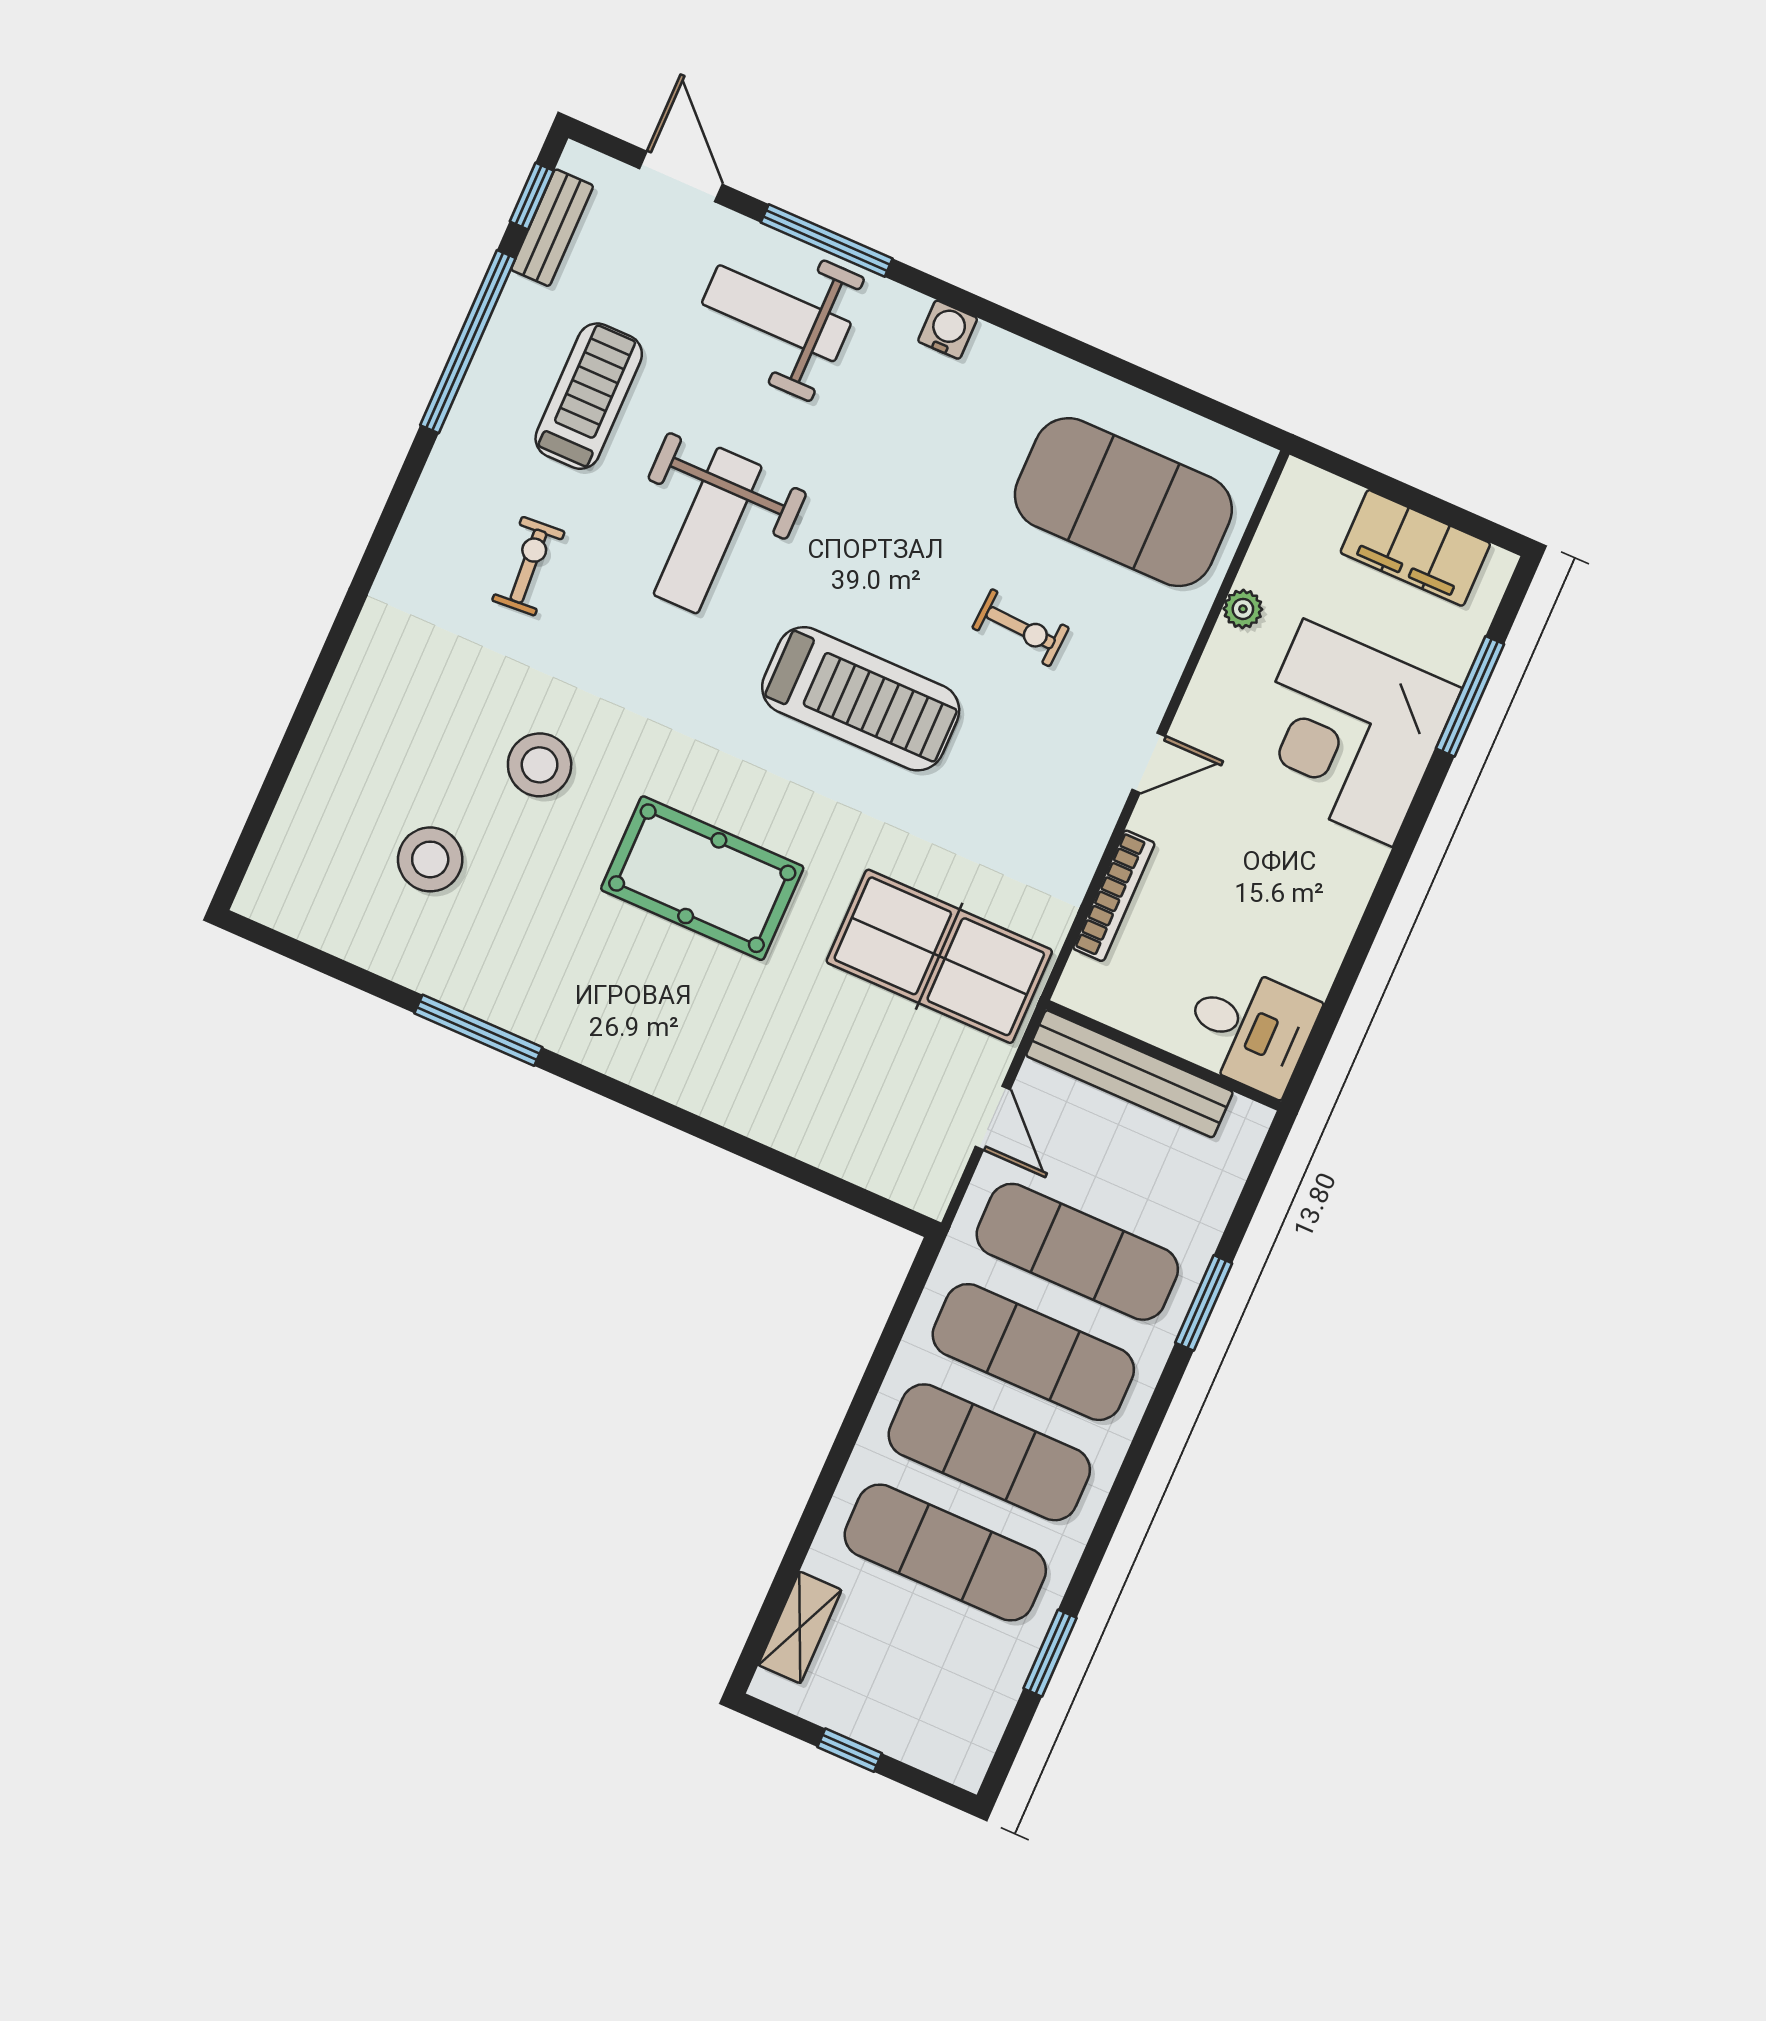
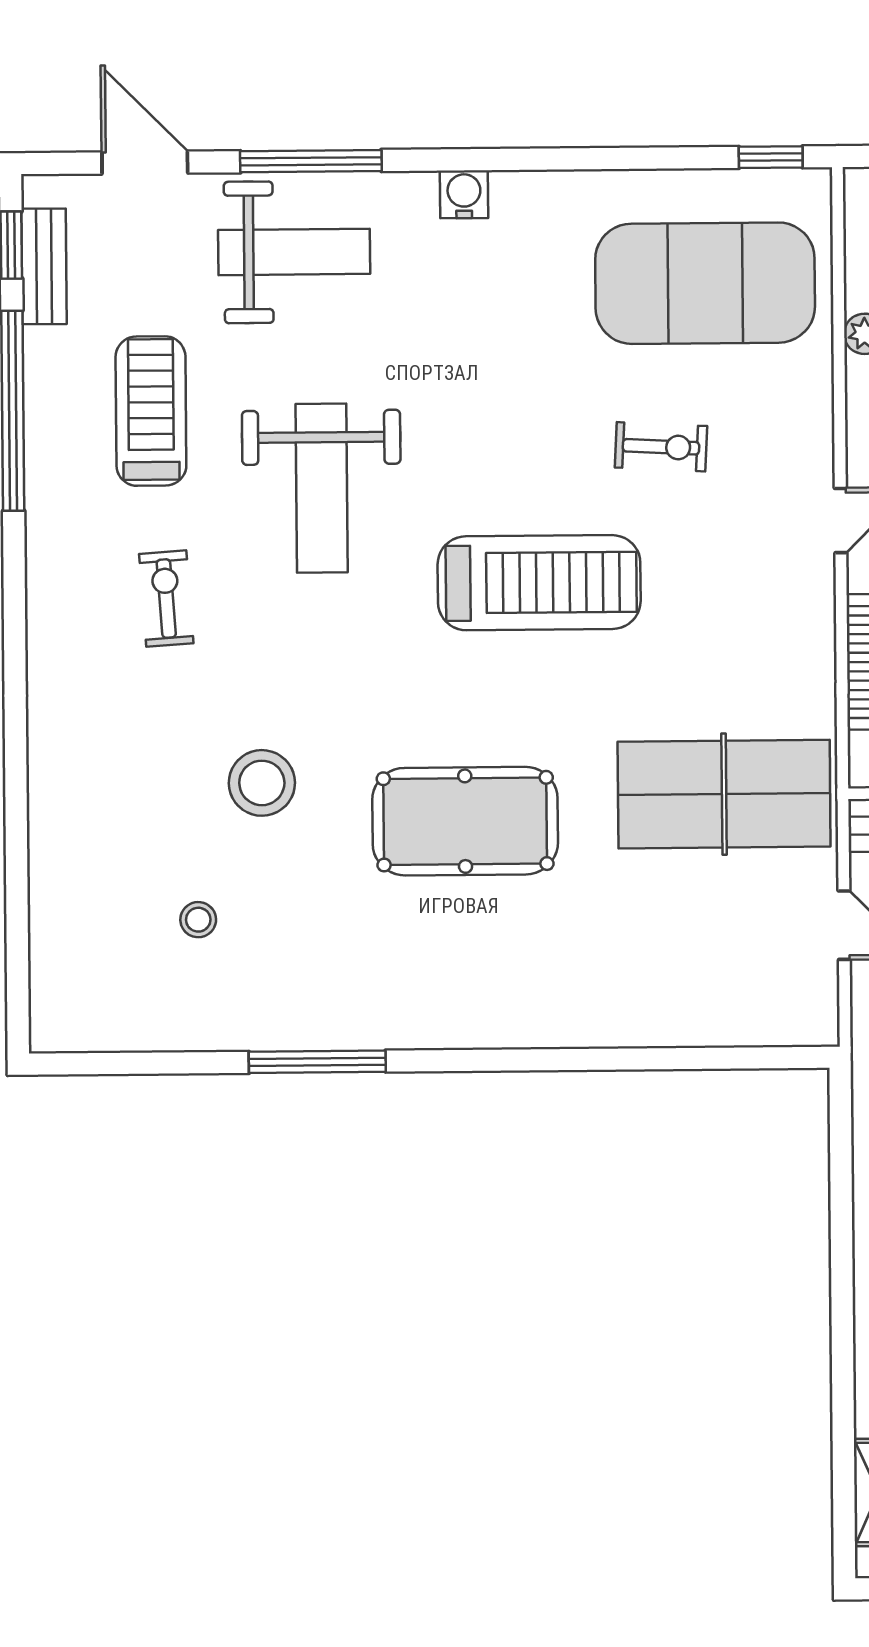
weight bench: (776, 313) -> (294, 252), turned 180
window: (1230, 418) -> (771, 157), added
stool: (430, 859) -> (198, 920), width x0.53, depth x0.53

